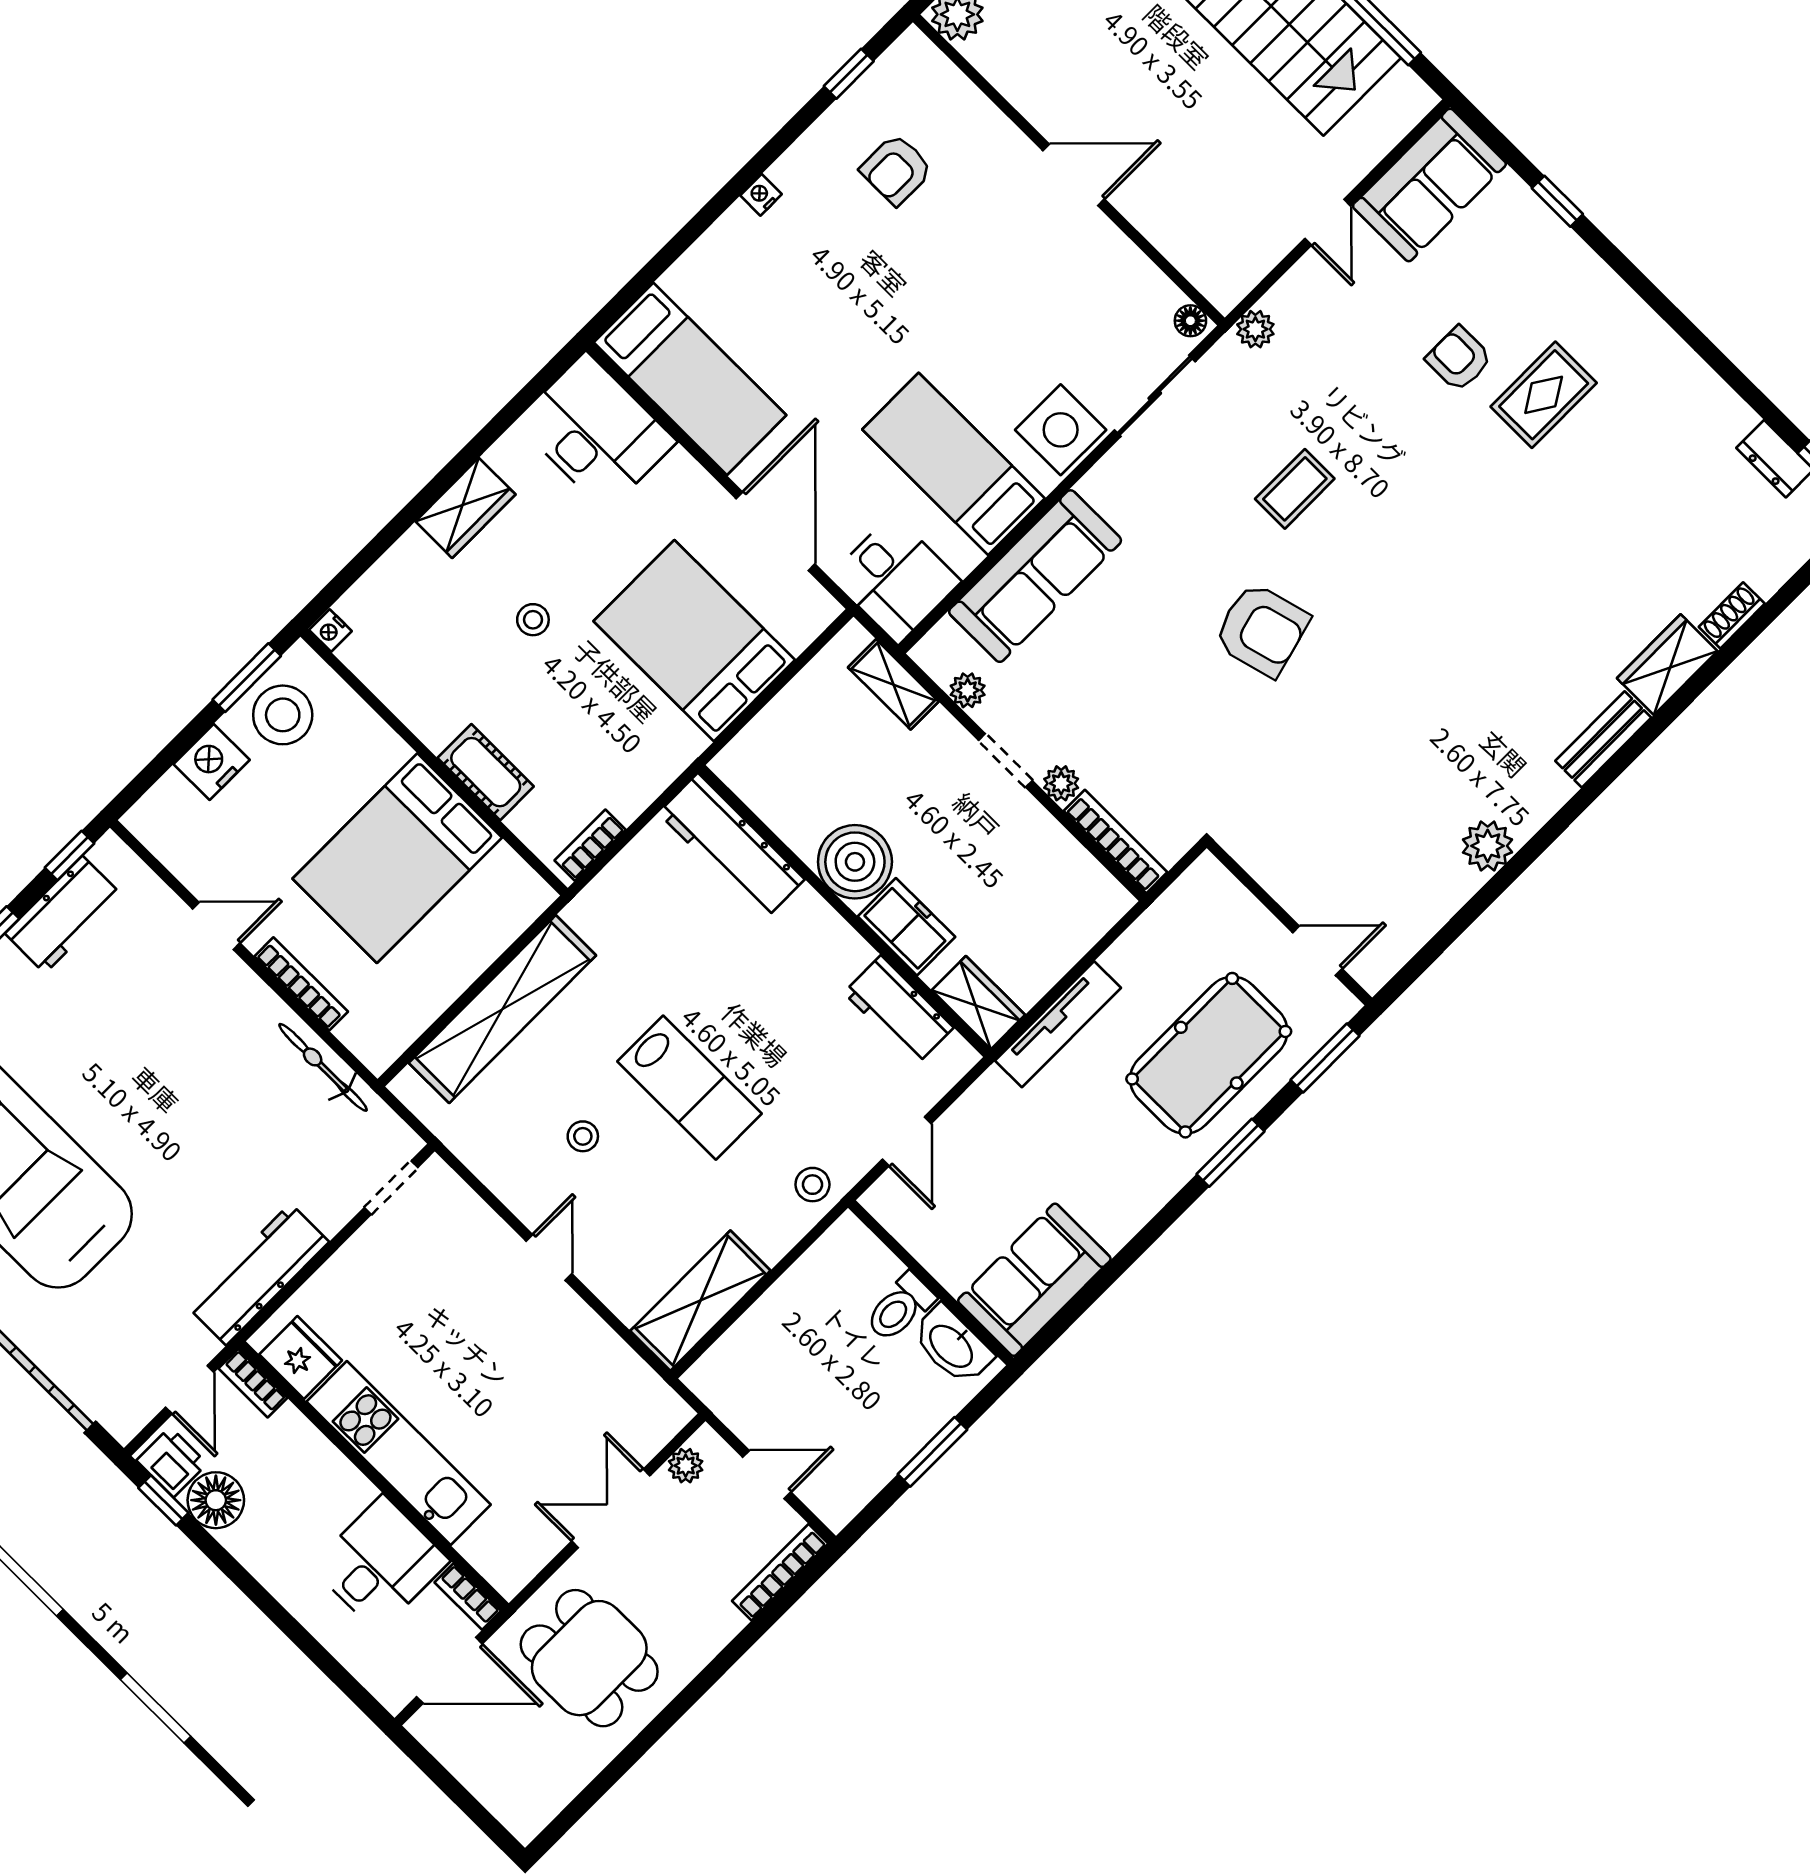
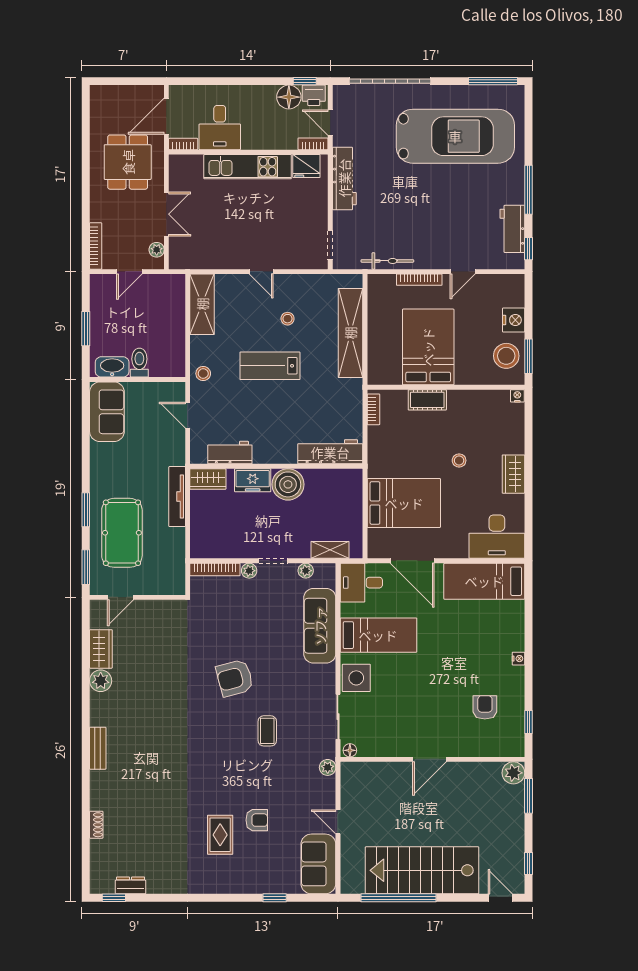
wardrobe: (1667, 665) -> (101, 649), moved
dining table: (589, 1658) -> (128, 162), turned 90

